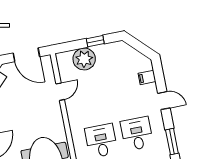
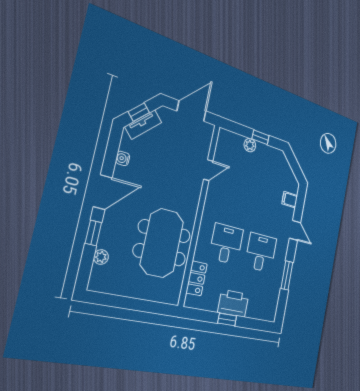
door: (26, 55) -> (192, 111), swing flipped
plant: (84, 59) -> (250, 145), width x0.53, depth x0.53

